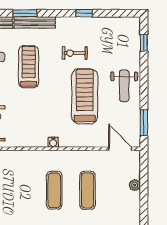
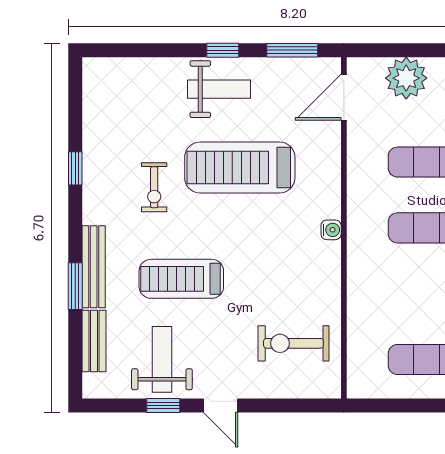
window: (144, 43) -> (223, 50), moved
plant: (135, 185) -> (406, 78), width x1.88, depth x1.88

